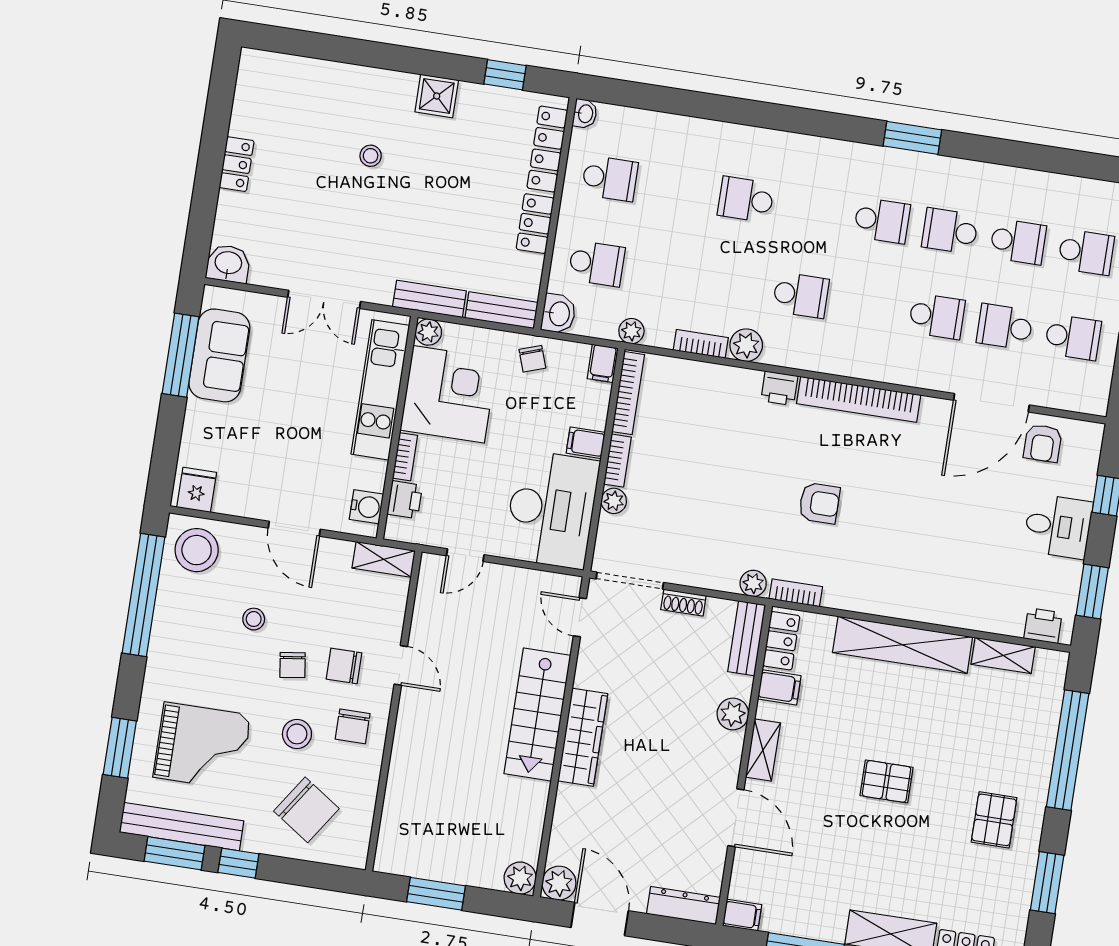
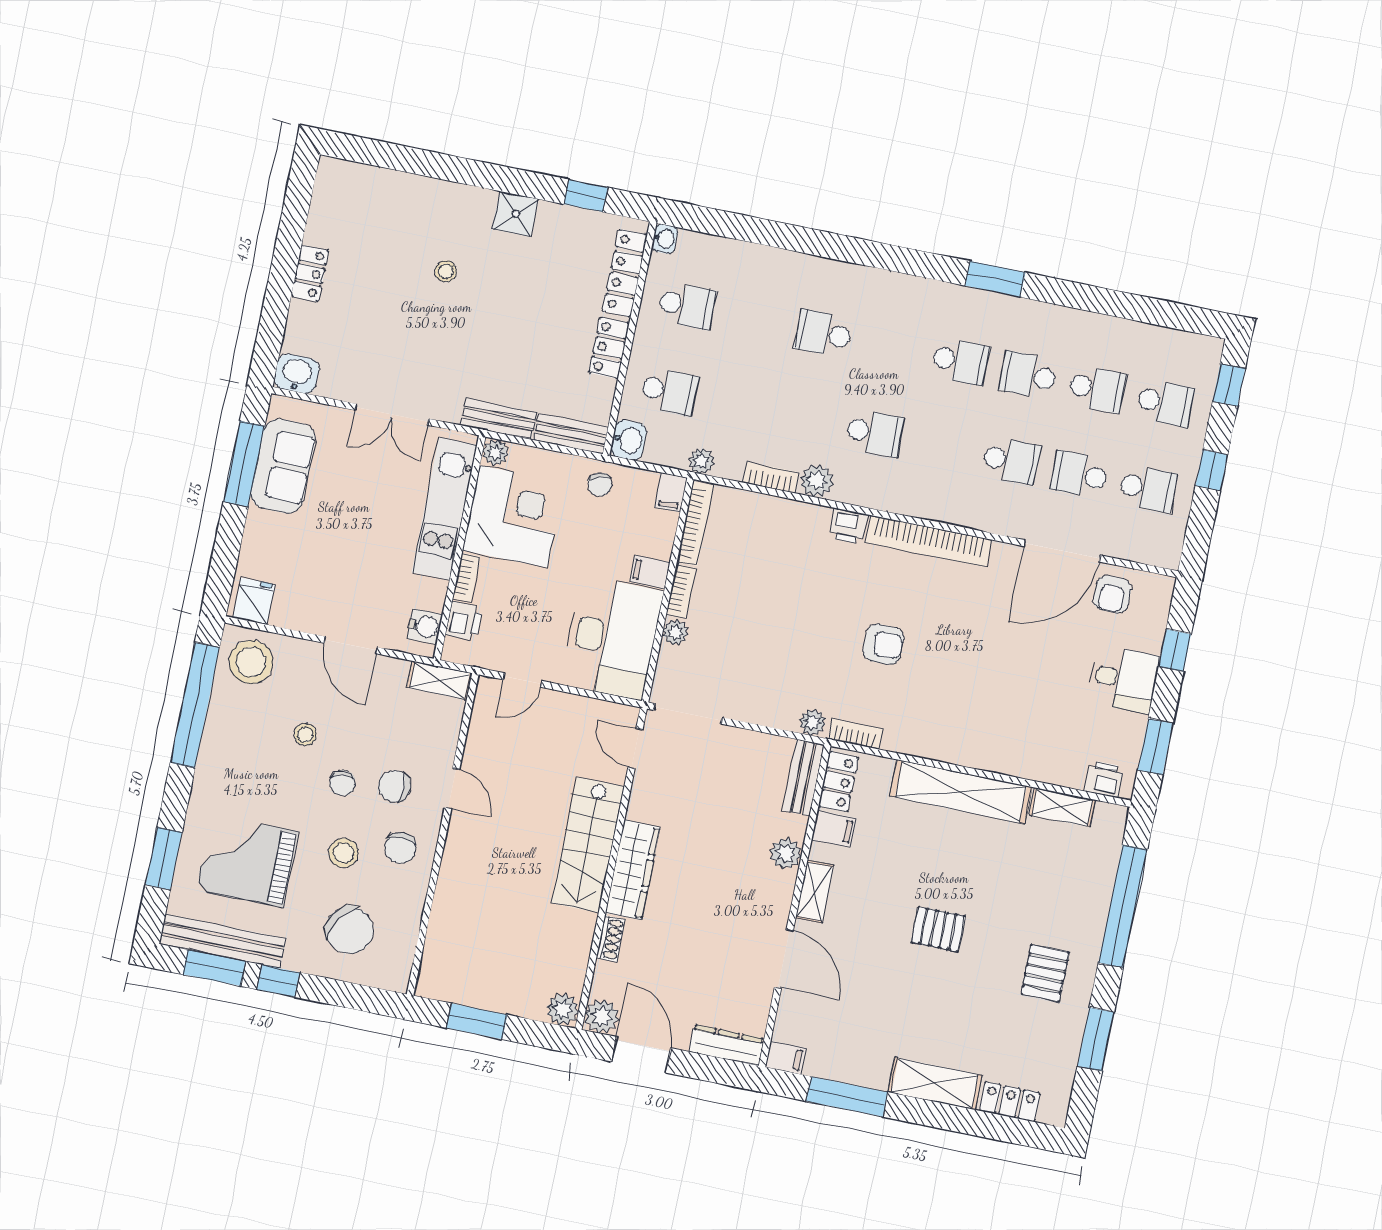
shoe rack: (683, 603) -> (611, 939), moved, turned -90
grand piano: (202, 746) -> (247, 861), turned 180

